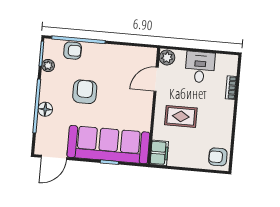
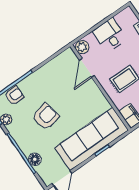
armchair: (85, 92) -> (46, 117), turned 78
floor lamp: (45, 109) -> (35, 159), moved

